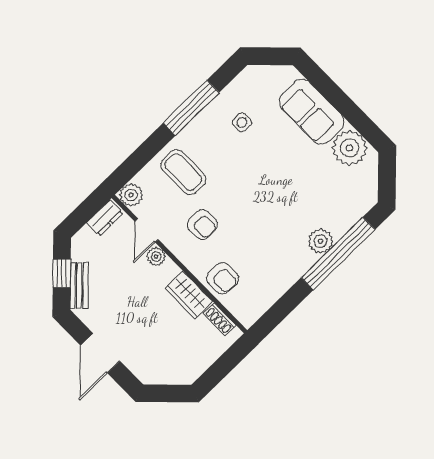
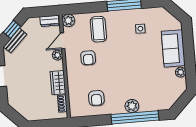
plant: (350, 148) -> (181, 72), width x0.53, depth x0.53
armchair: (222, 278) -> (96, 98), moved

